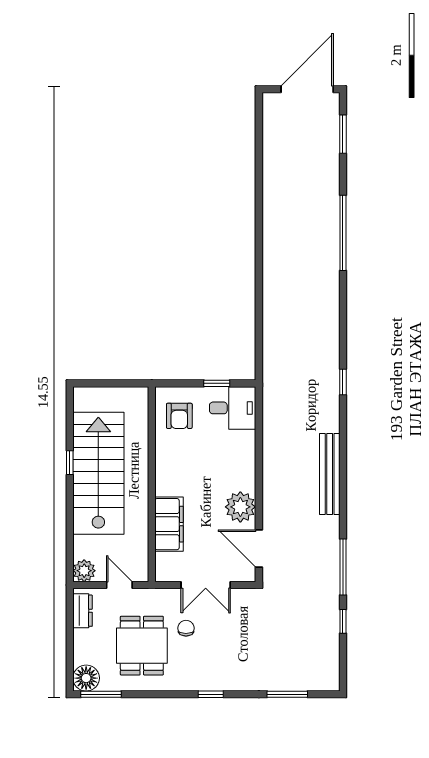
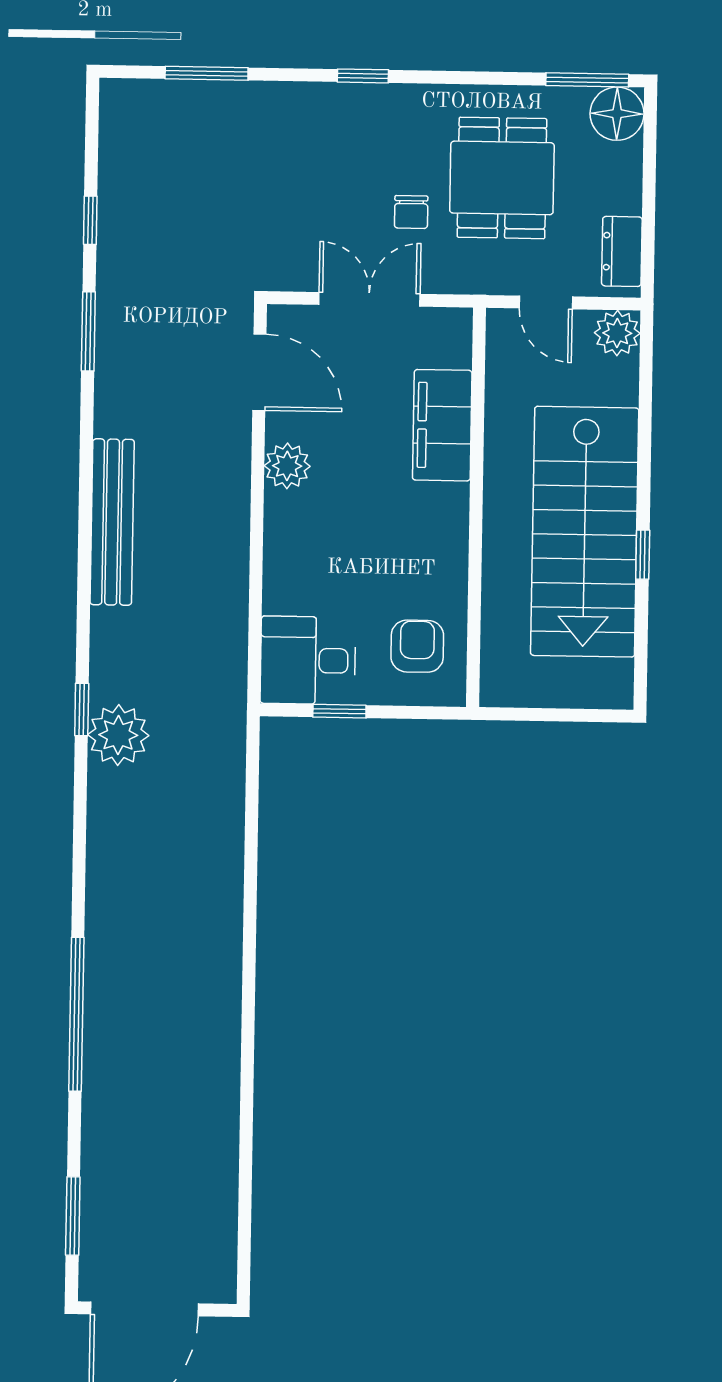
plant: (325, 370) -> (118, 735), added
plant: (240, 507) -> (287, 466), width x0.73, depth x0.73
window: (343, 567) -> (88, 331), width x0.69

